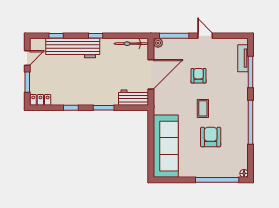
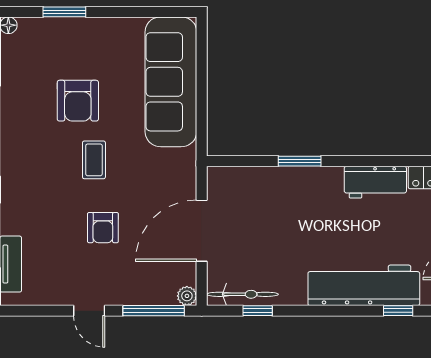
window: (96, 36) -> (258, 311), moved
workbench: (134, 98) -> (375, 182), moved
window: (71, 108) -> (368, 161), removed
window: (217, 180) -> (64, 12), width x0.47

